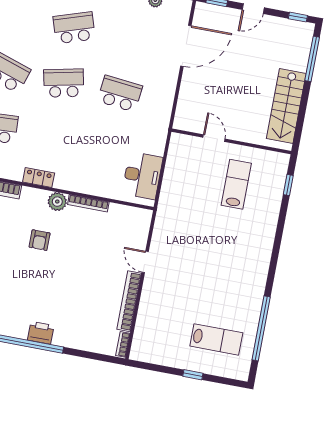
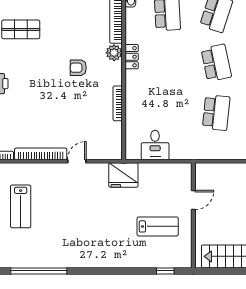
desk: (142, 176) -> (155, 145), width x0.73
plant: (57, 202) -> (114, 53), moved
fridge: (171, 212) -> (123, 175), added
lab bench: (216, 339) -> (21, 206), moved

